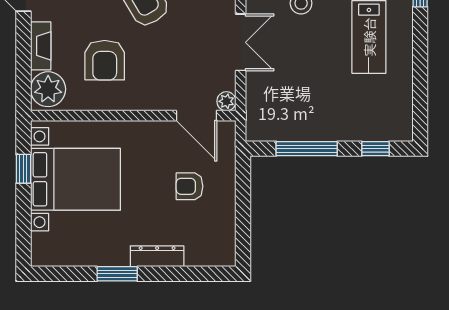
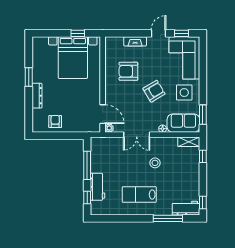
plant: (48, 89) -> (115, 45), removed
door: (196, 116) -> (103, 114), swing flipped
workbench: (352, 126) -> (98, 187), added
armchair: (190, 186) -> (55, 121), moved

